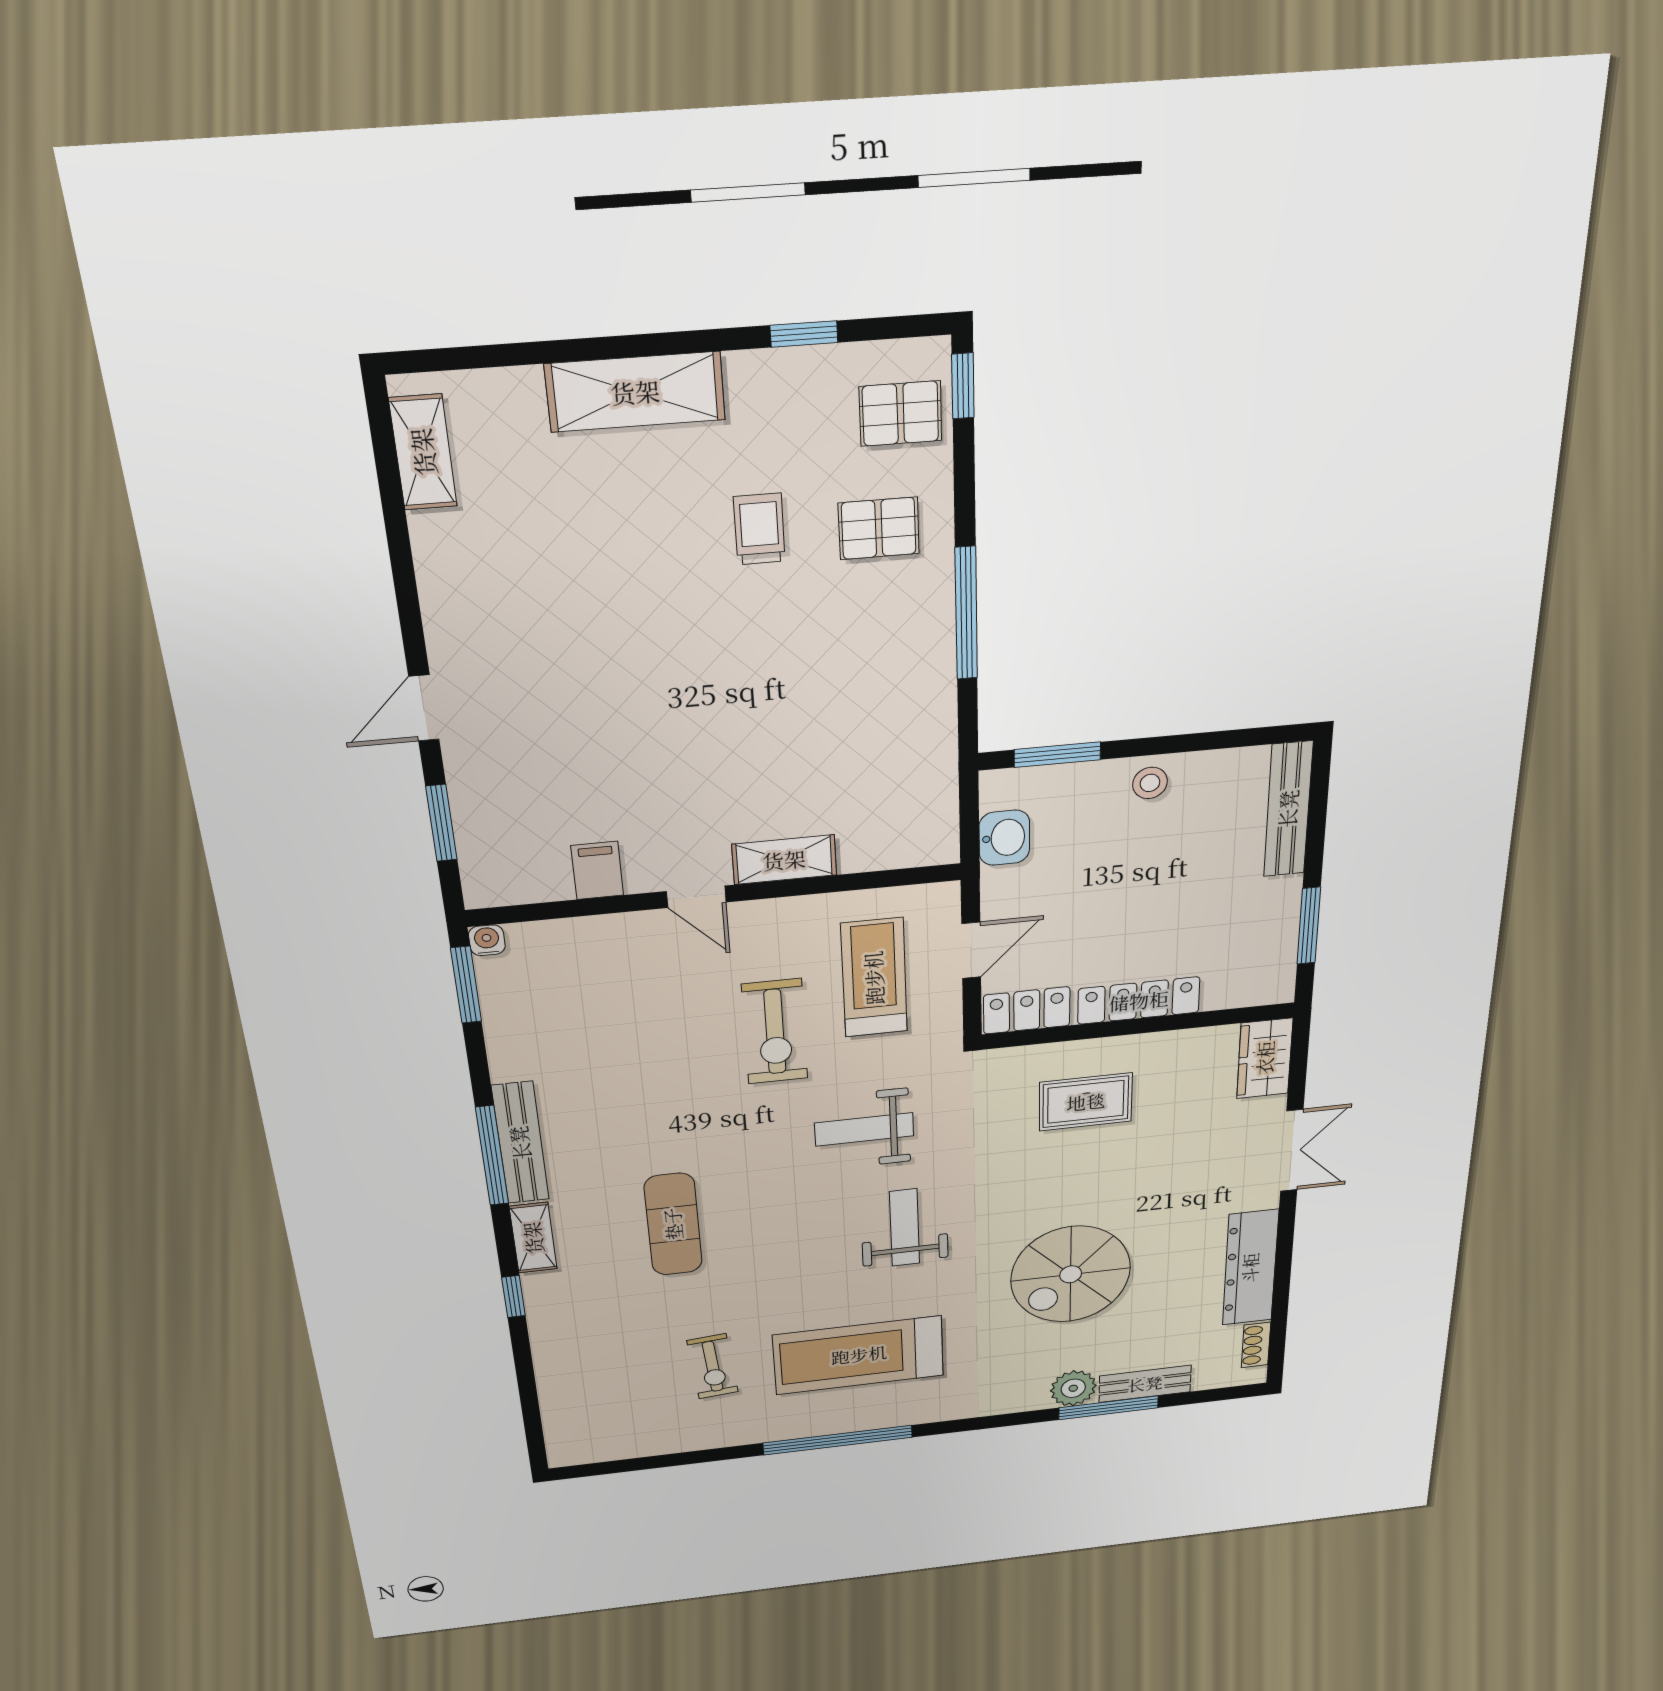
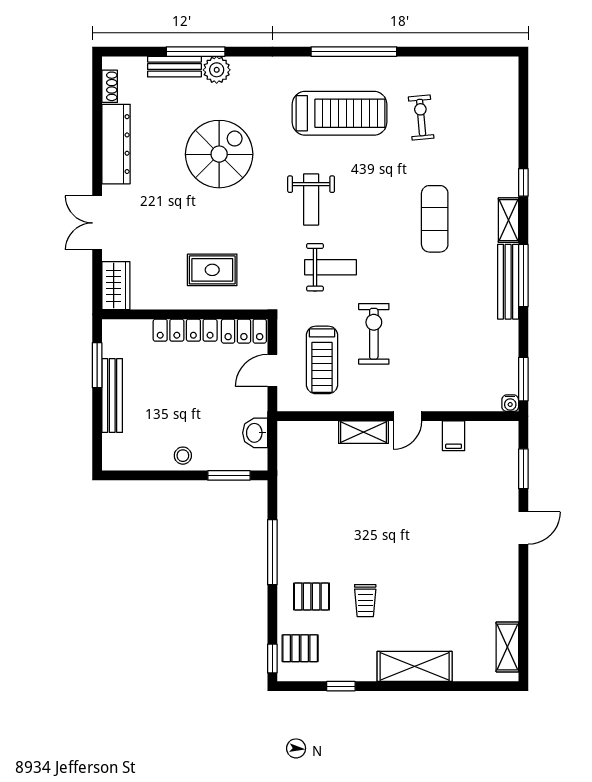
bench: (1288, 809) -> (112, 395), moved
door: (696, 897) -> (407, 416), swing flipped

